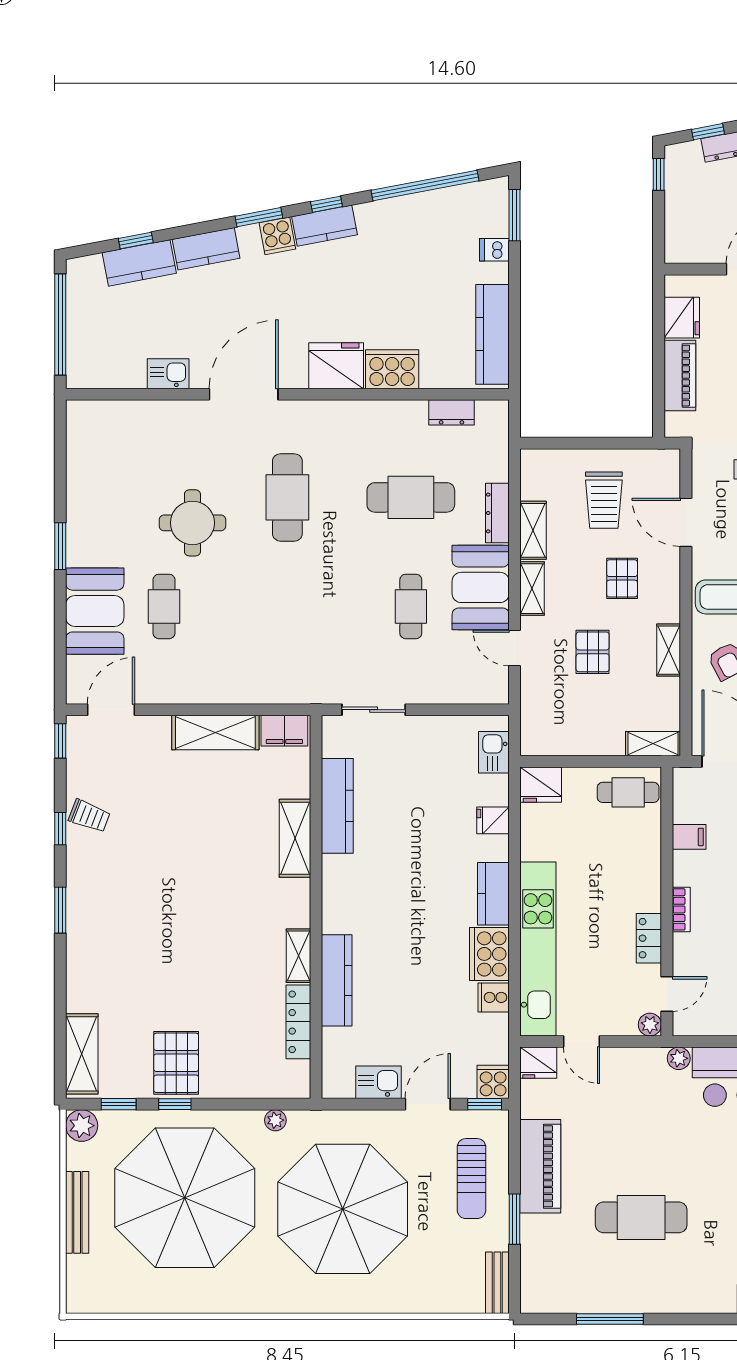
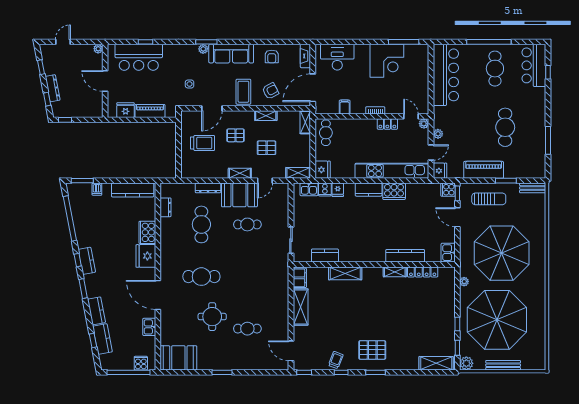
cooker: (277, 236) -> (141, 363), moved, turned -79
shelving: (533, 530) -> (298, 173), moved
booth: (95, 611) -> (178, 358), moved
kitchen counter: (337, 806) -> (325, 256), width x0.67
cooker: (494, 997) -> (325, 190), moved
plant: (679, 1058) -> (438, 134), moved
pallet: (176, 1063) -> (372, 350), moved
kitchen sink: (378, 1082) -> (448, 253), moved

